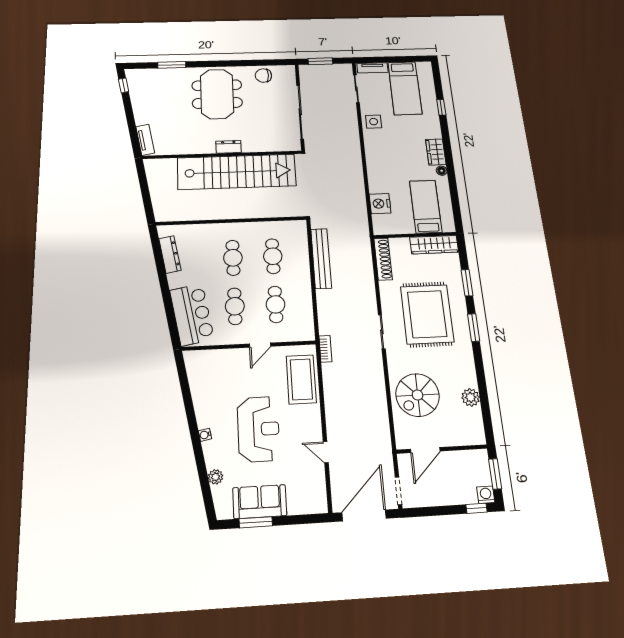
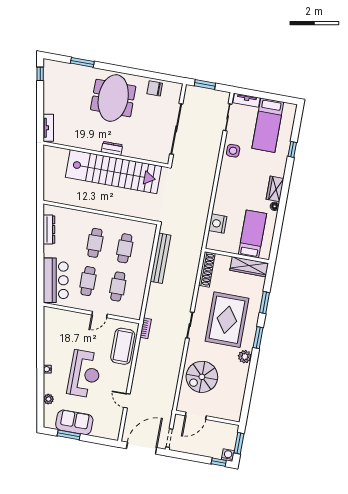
plant: (471, 397) -> (245, 357), moved

